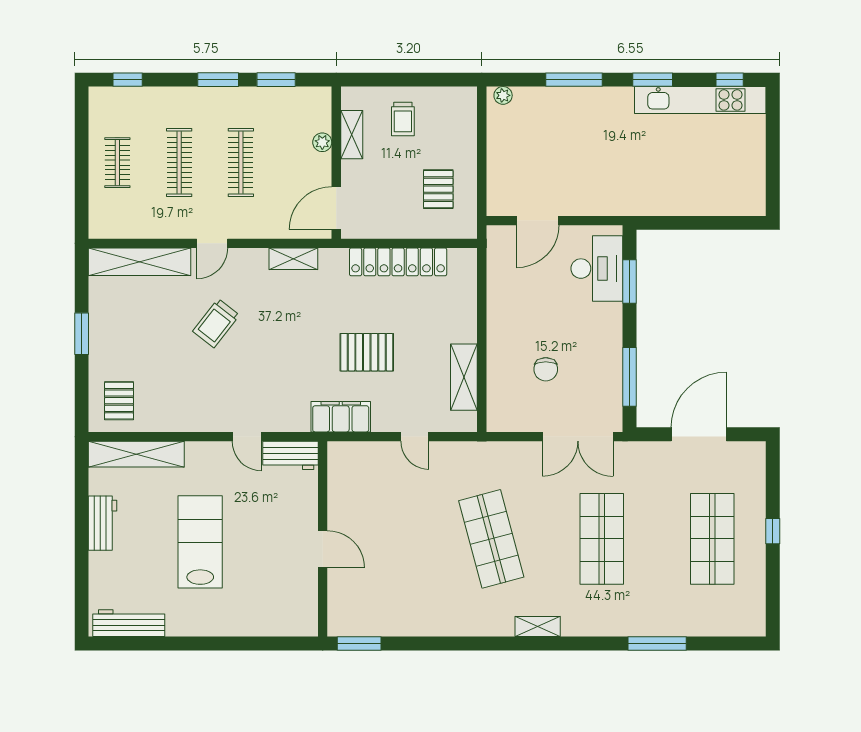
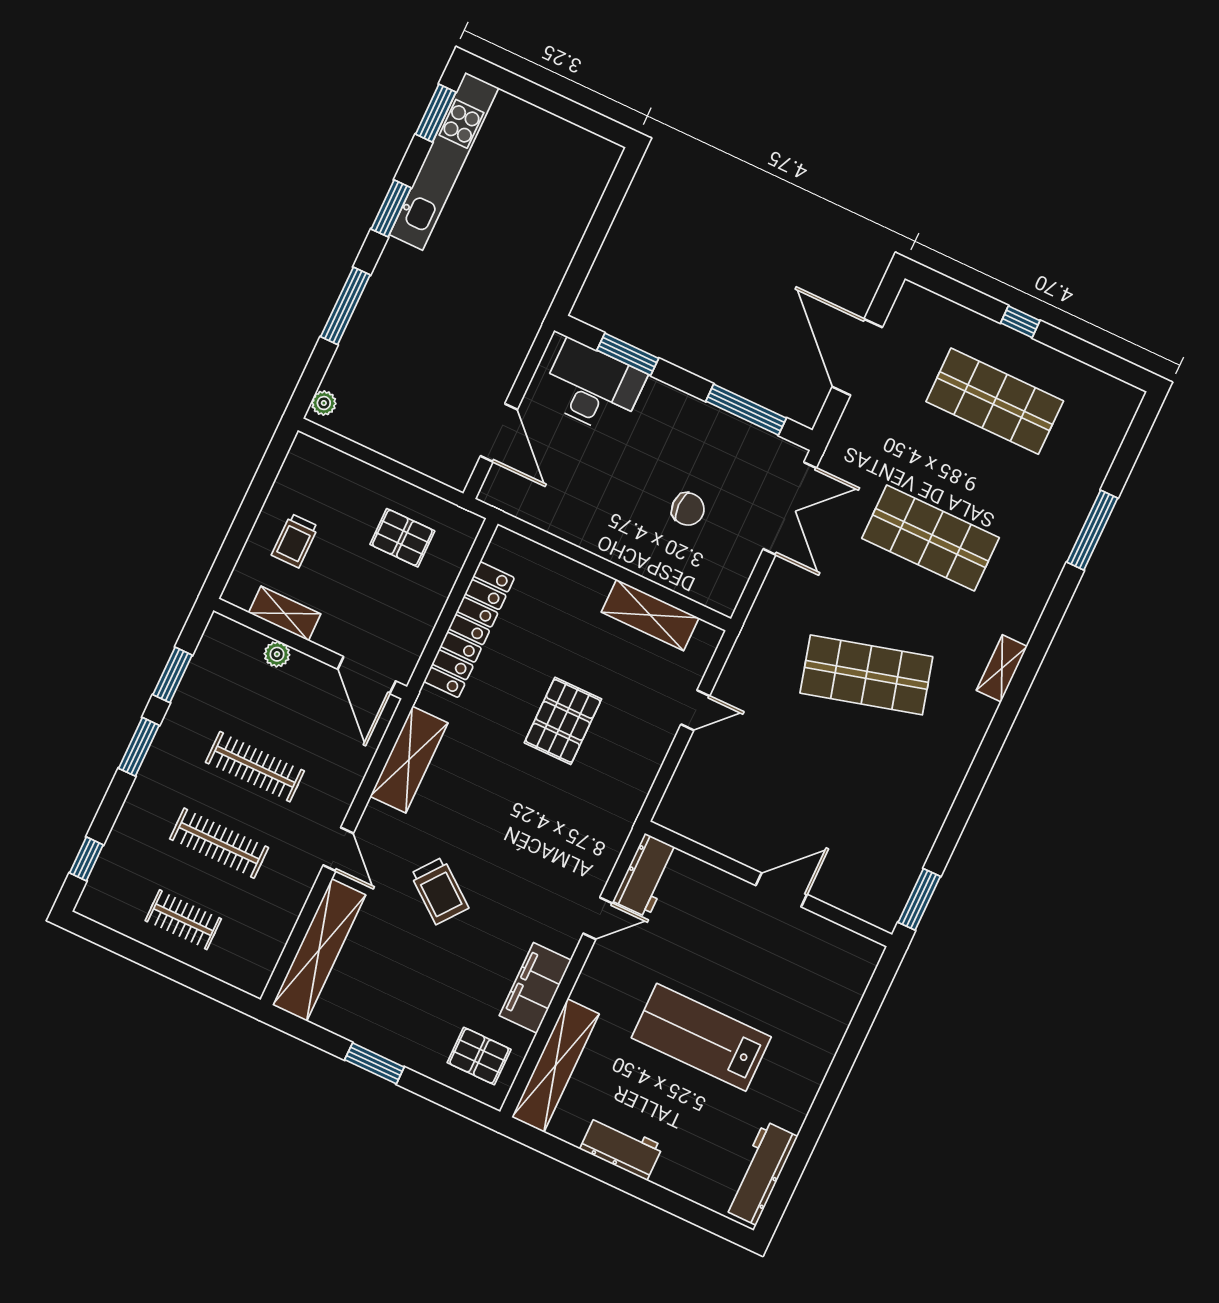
window: (730, 80) -> (436, 113), width x1.50
trolley: (403, 119) -> (295, 541), turned 90
shelving: (293, 259) -> (409, 760), width x1.50, depth x1.33
filing cabinet: (341, 417) -> (535, 988), moved

